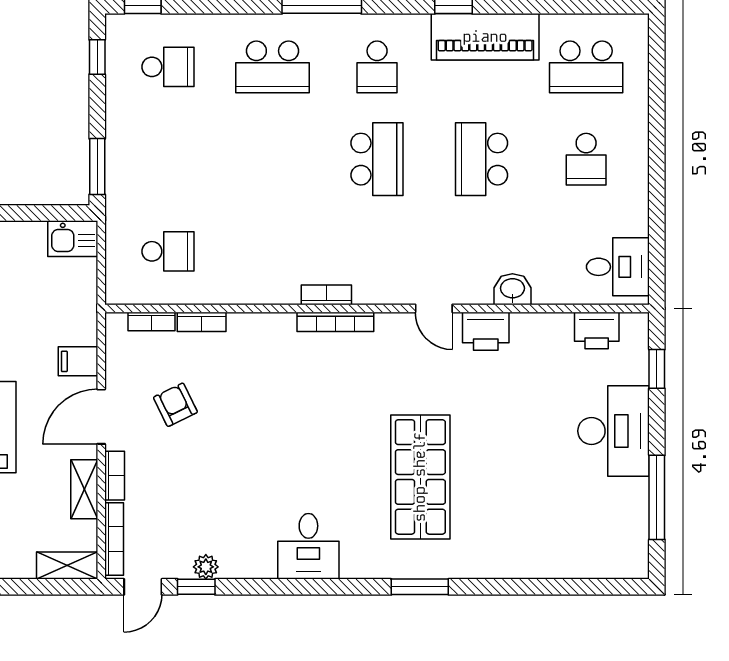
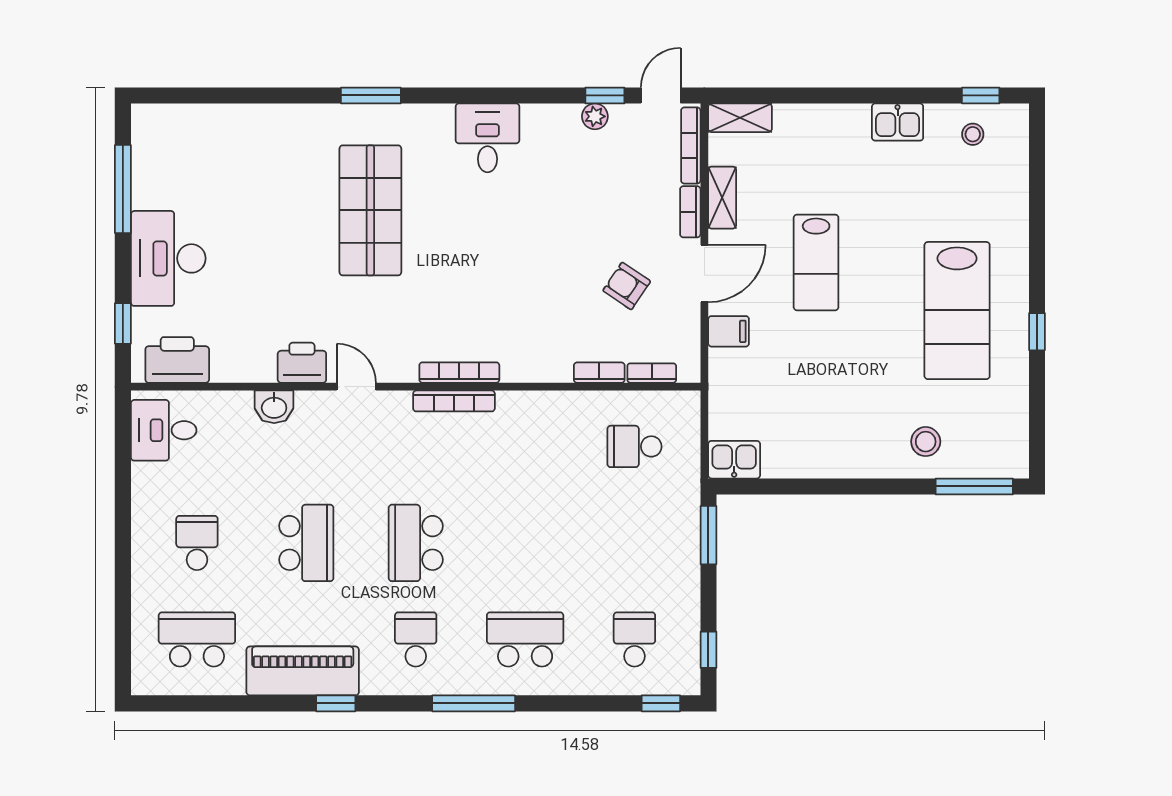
school desk: (168, 67) -> (634, 639), turned 90
bookcase: (326, 295) -> (454, 401), width x1.56
printer: (597, 330) -> (177, 360), width x1.37, depth x1.19
armchair: (175, 405) -> (627, 286), turned 150

